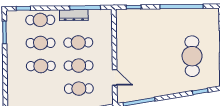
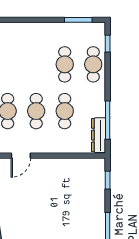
dresser: (74, 15) -> (99, 135), moved
cafe table: (41, 66) -> (36, 64), removed

